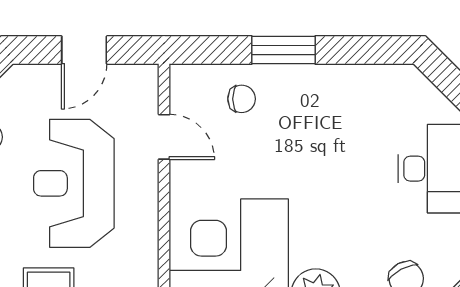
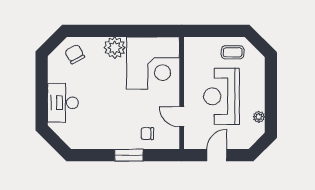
reception desk: (74, 183) -> (221, 96), turned 180

